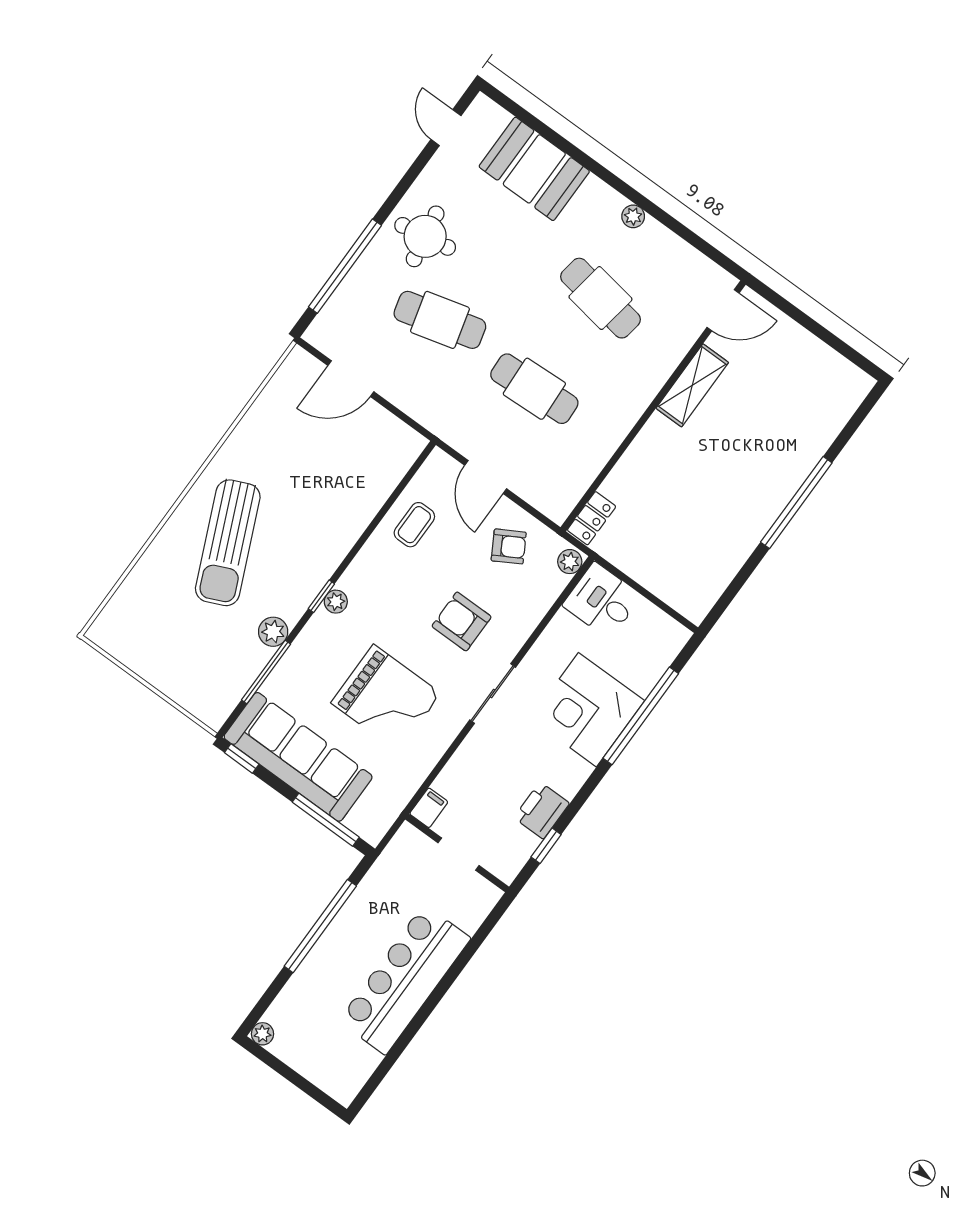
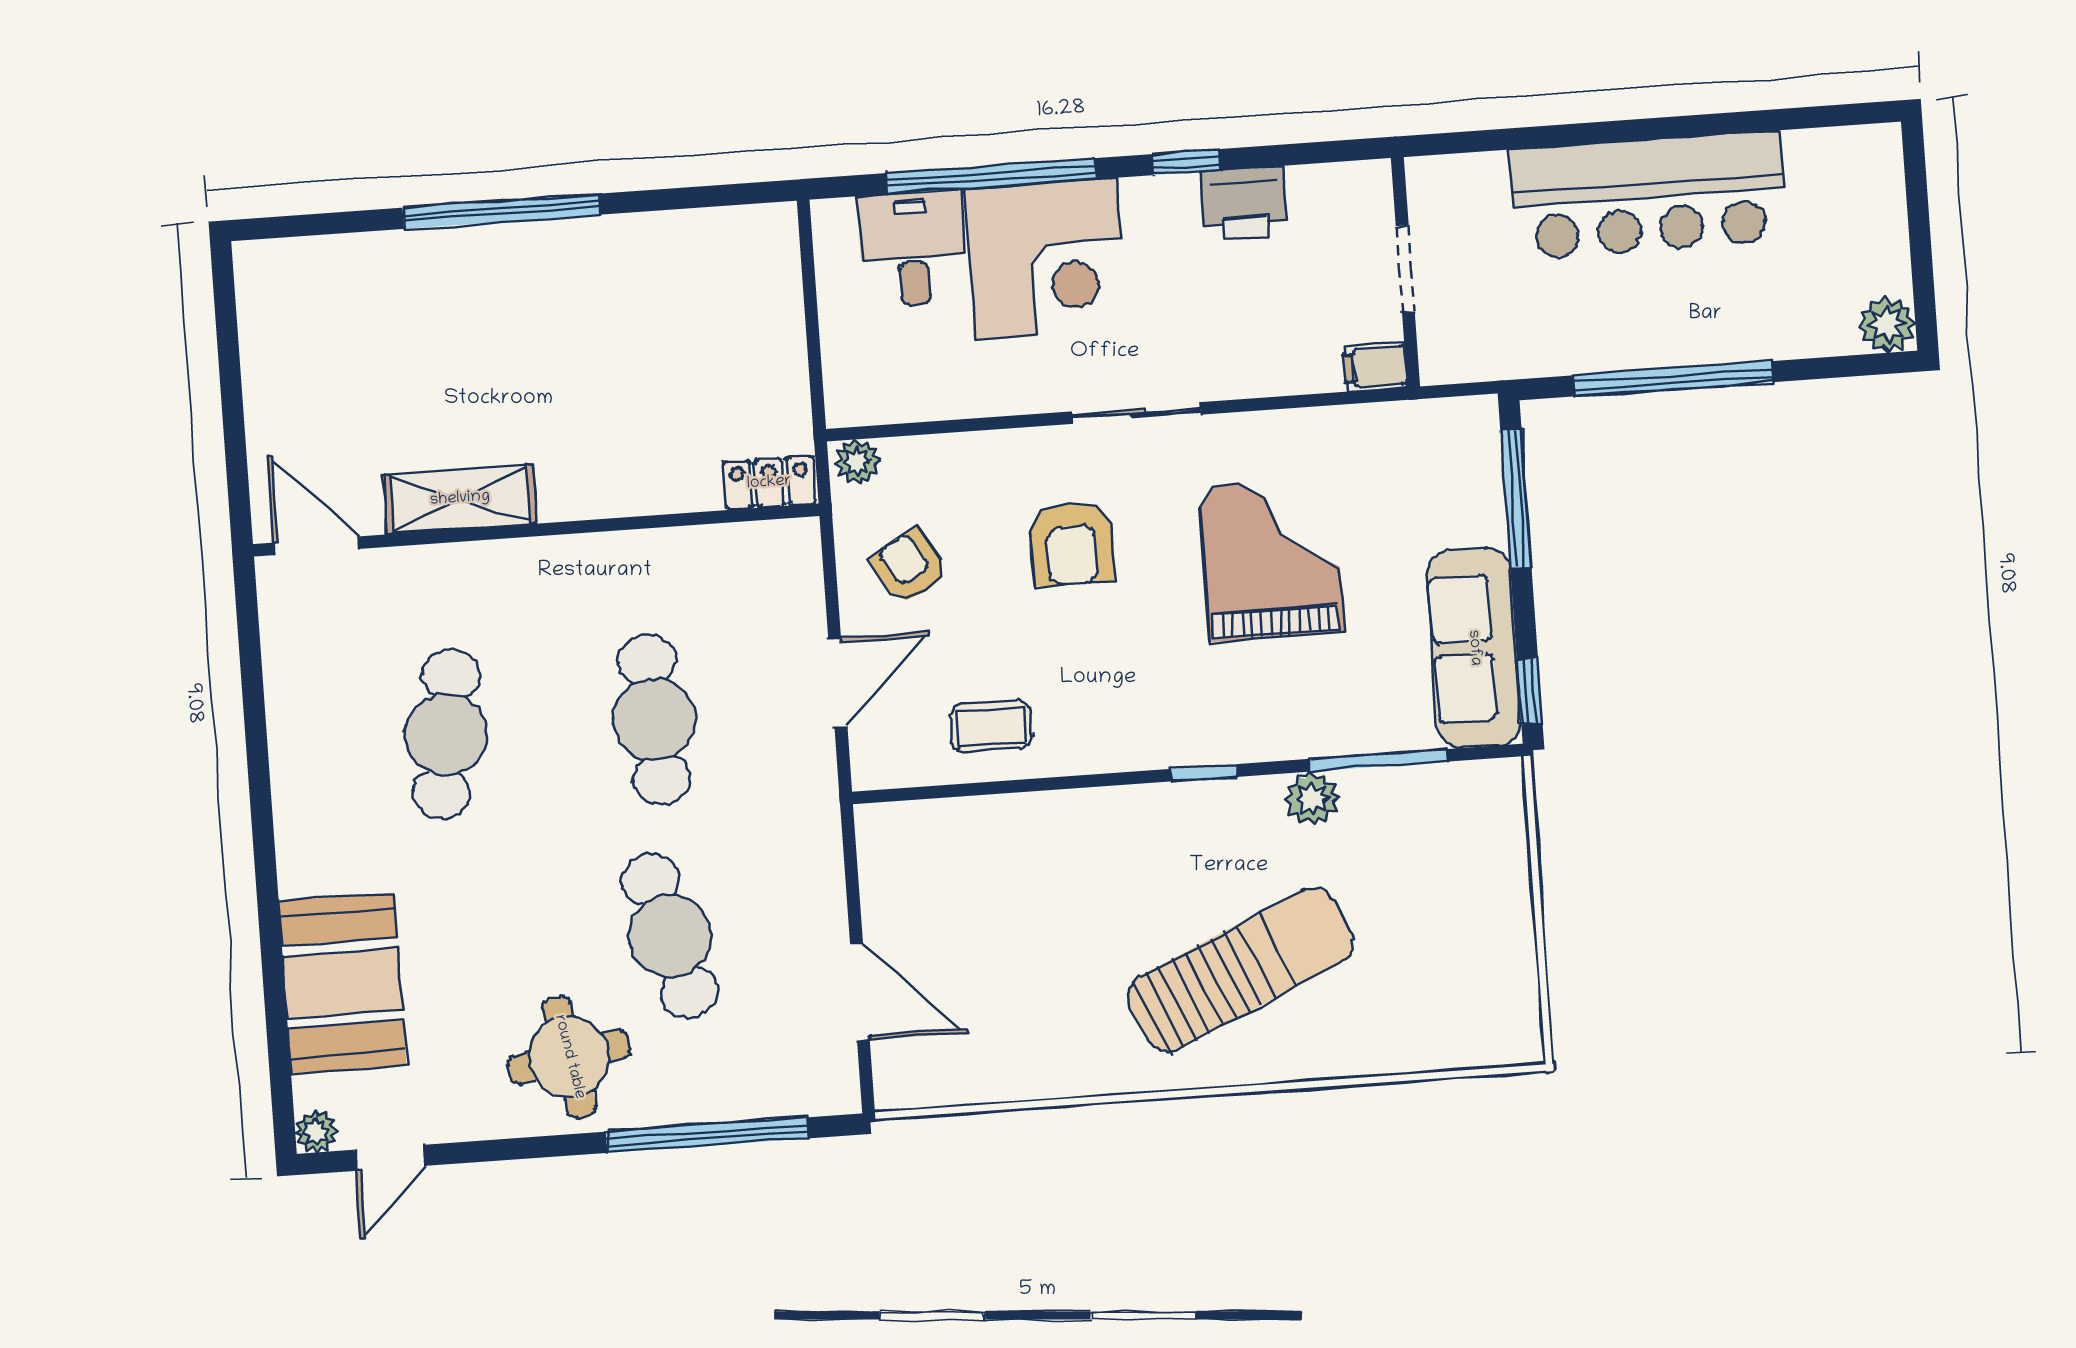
plant: (633, 216) -> (316, 1131), moved
desk: (602, 601) -> (912, 249), moved, turned 180
plant: (336, 602) -> (1194, 746), removed
sofa: (298, 757) -> (1474, 648), width x0.74, depth x0.79
window: (546, 846) -> (1186, 162), moved
plant: (263, 1034) -> (1887, 324), width x1.38, depth x1.38

